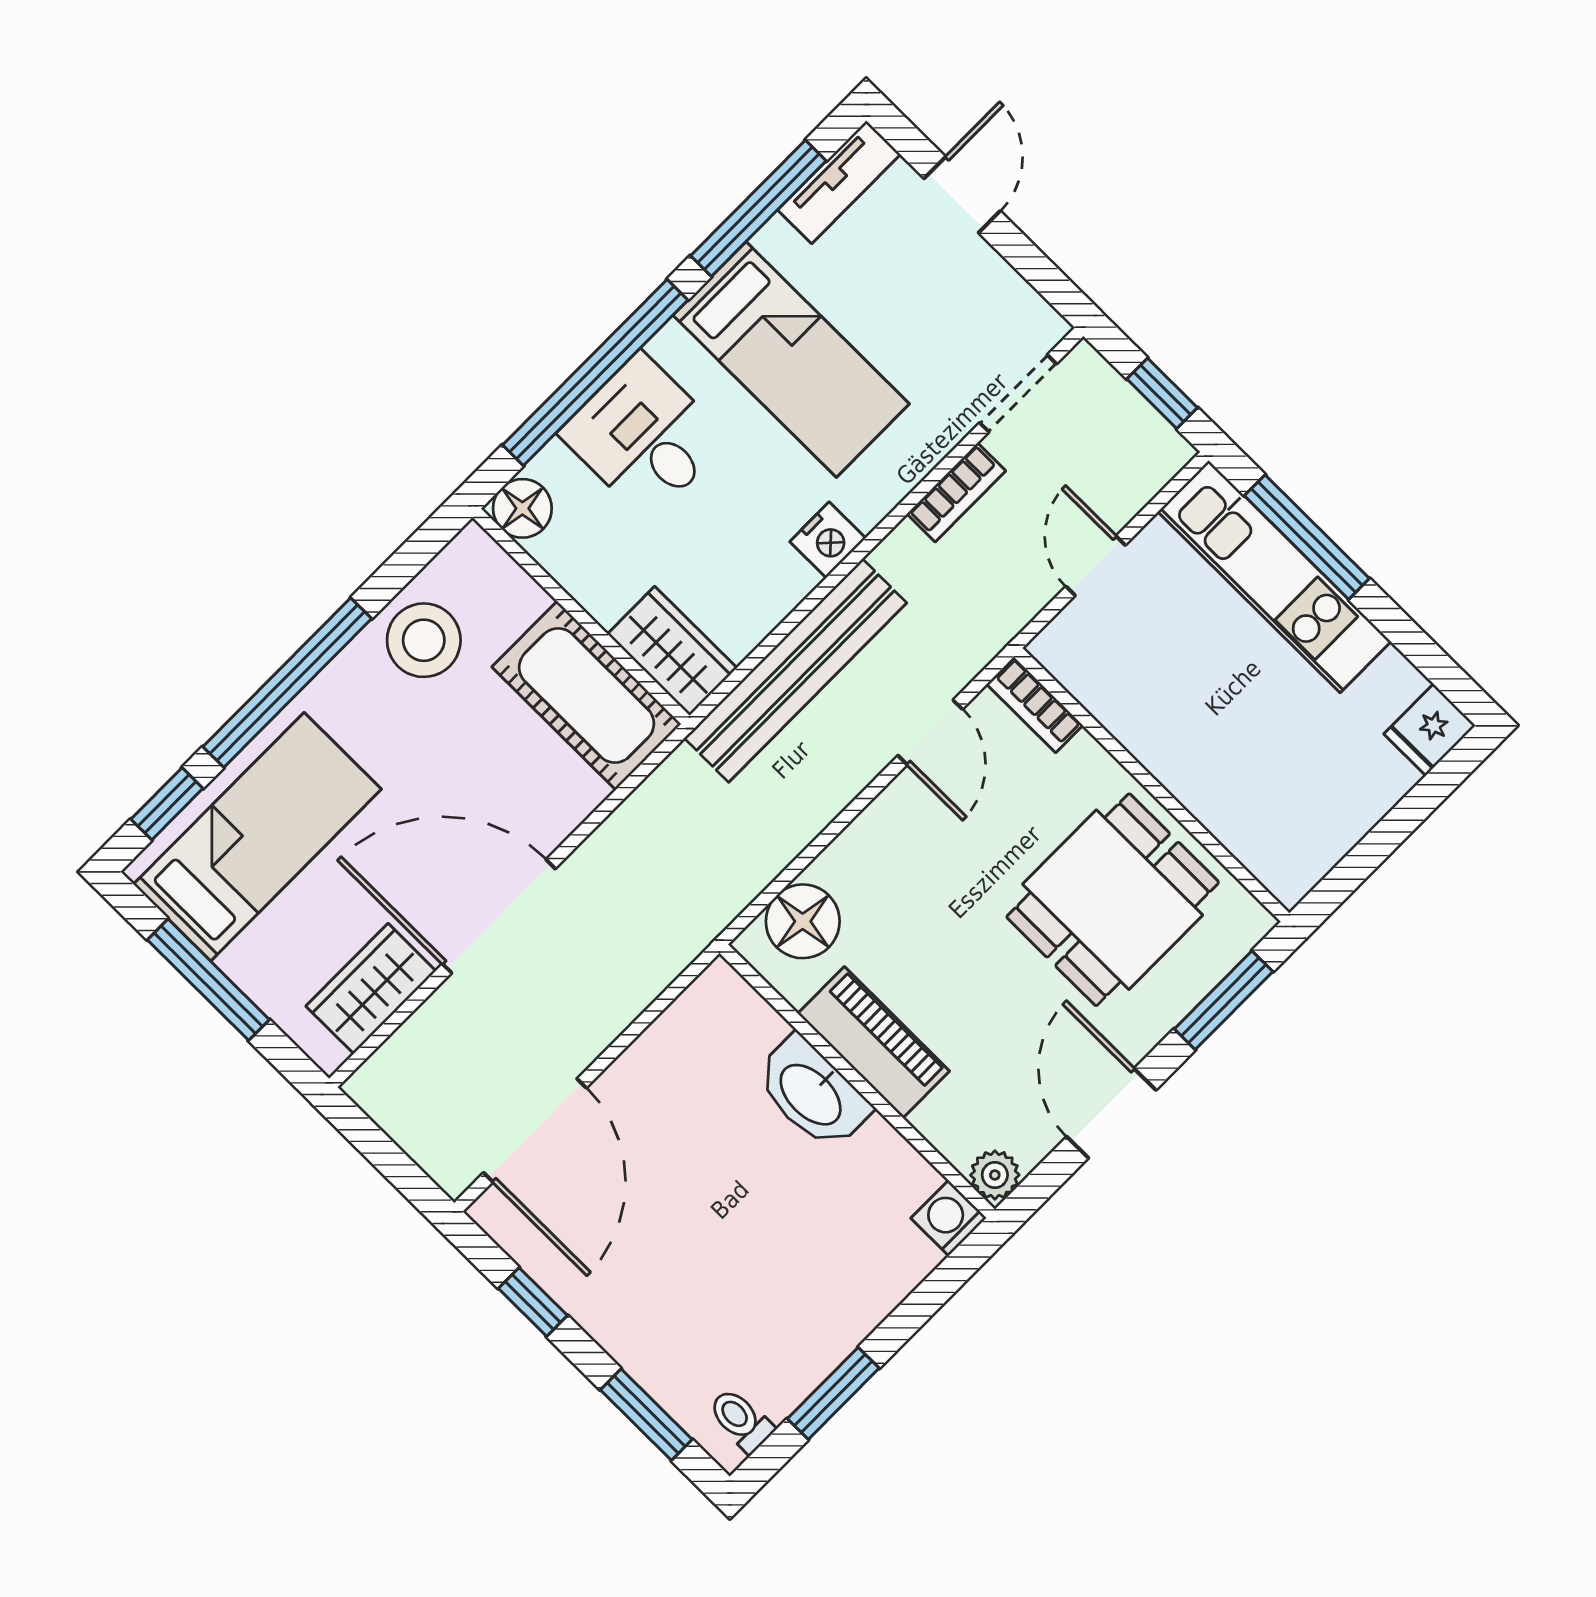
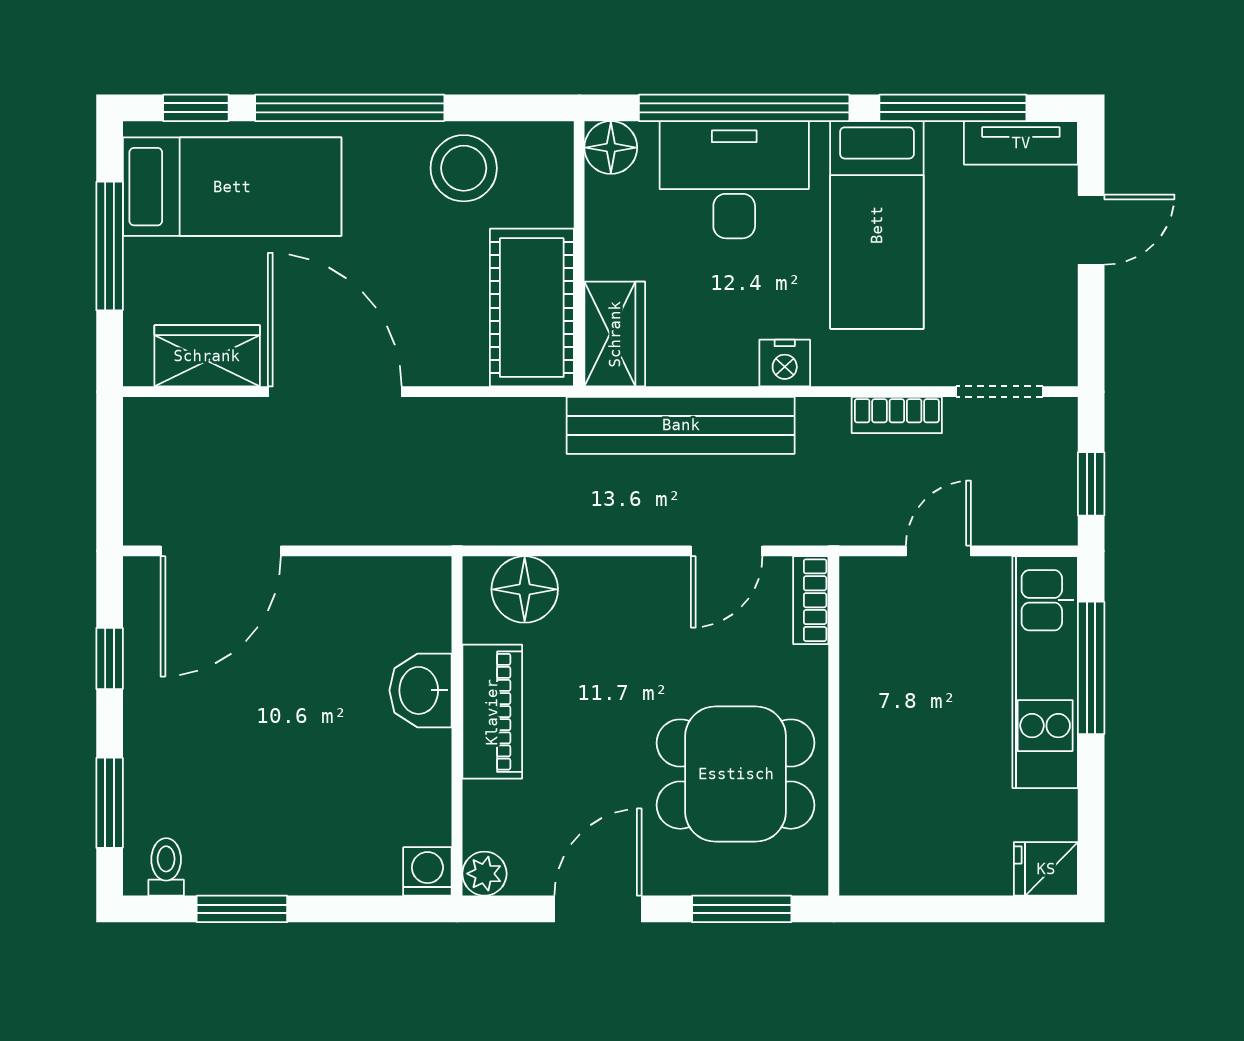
desk: (644, 436) -> (734, 180), width x1.37
washbasin: (812, 1093) -> (421, 690), width x0.72

